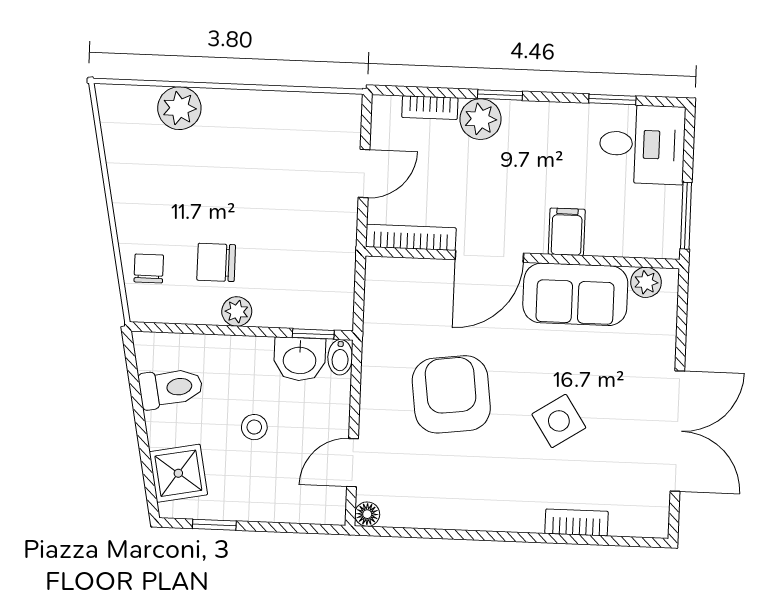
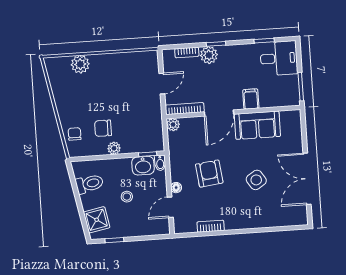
plant: (646, 282) -> (173, 125), moved
armchair: (451, 394) -> (209, 174), width x0.73, depth x0.73
double door: (677, 431) -> (307, 179), swing flipped
floor lamp: (367, 514) -> (176, 188), moved
bookcase: (577, 522) -> (211, 226), moved

